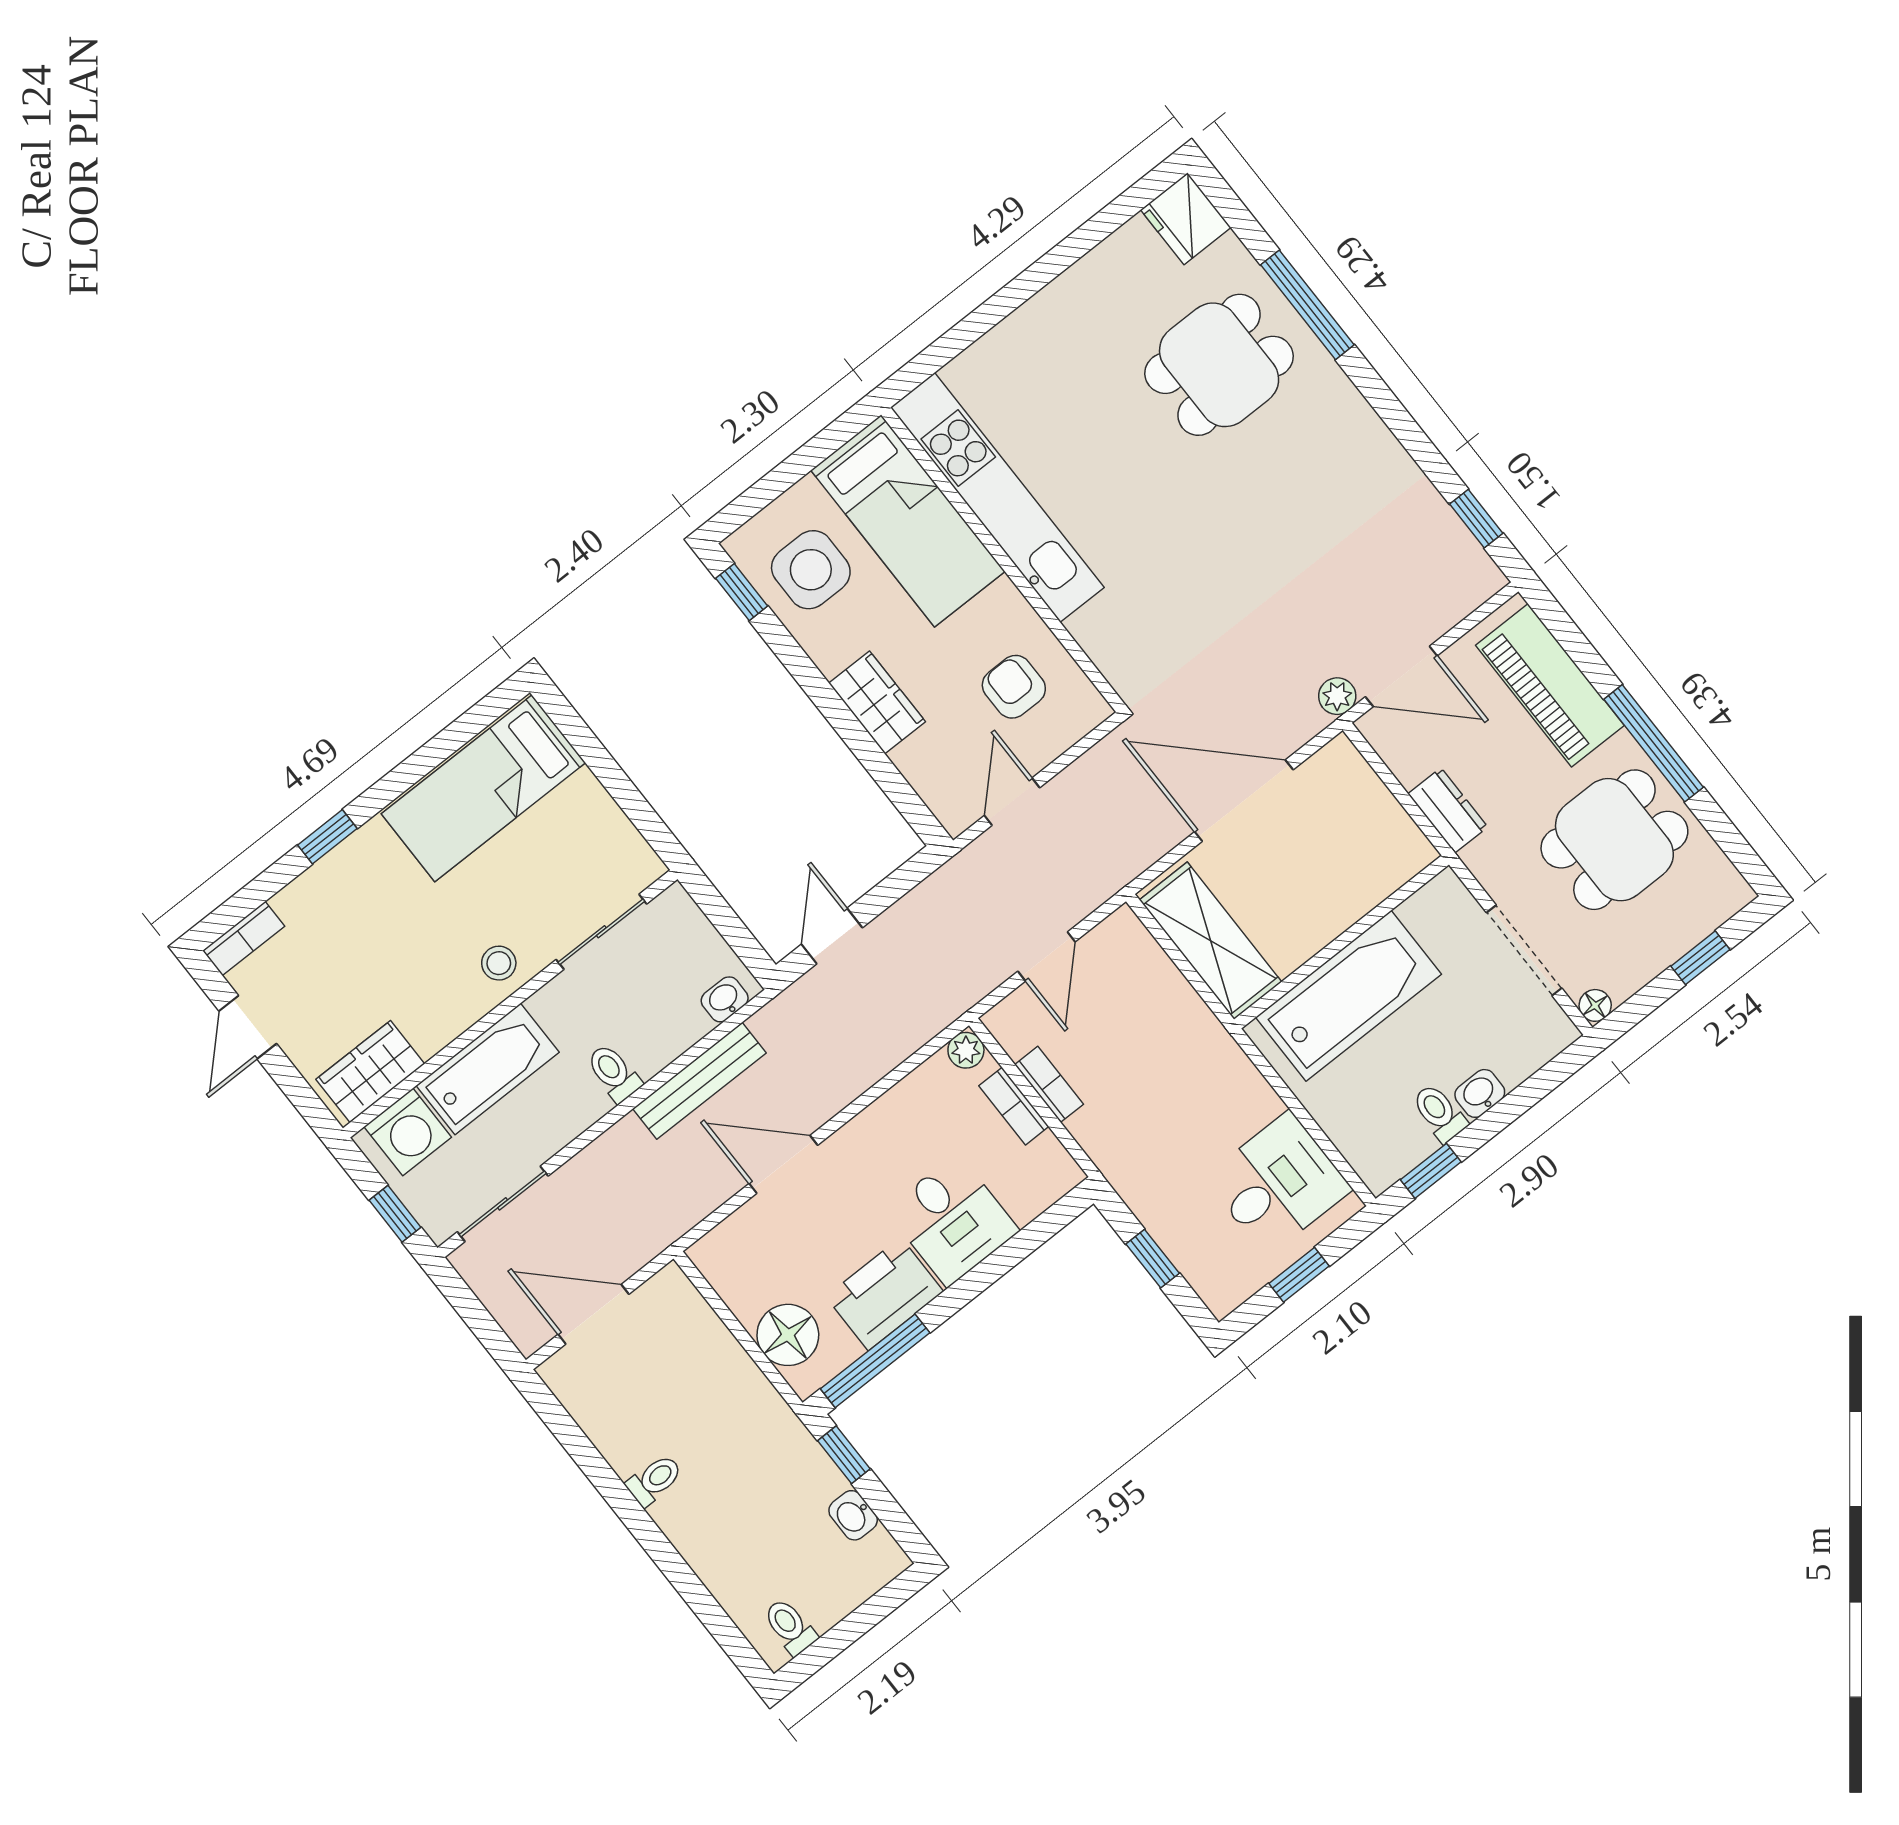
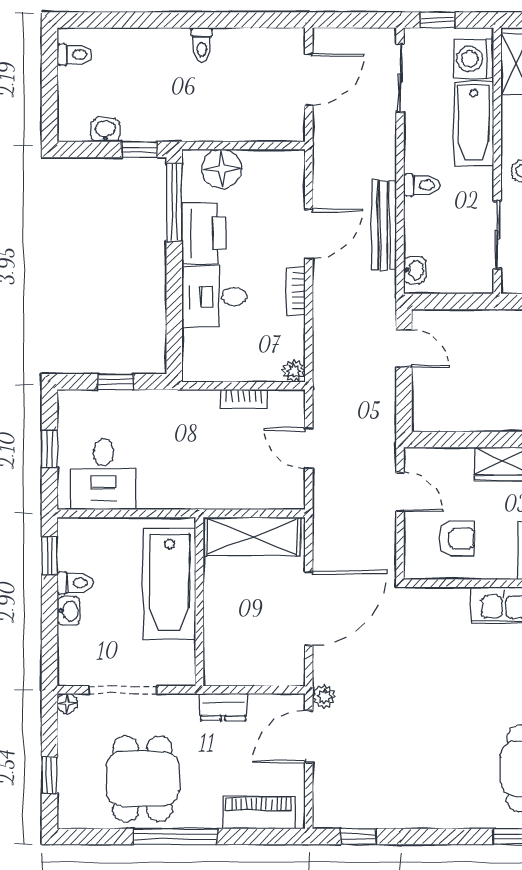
piano: (1550, 685) -> (259, 813), width x0.73, depth x0.75
bookcase: (1014, 1106) -> (296, 291), moved, turned -90

